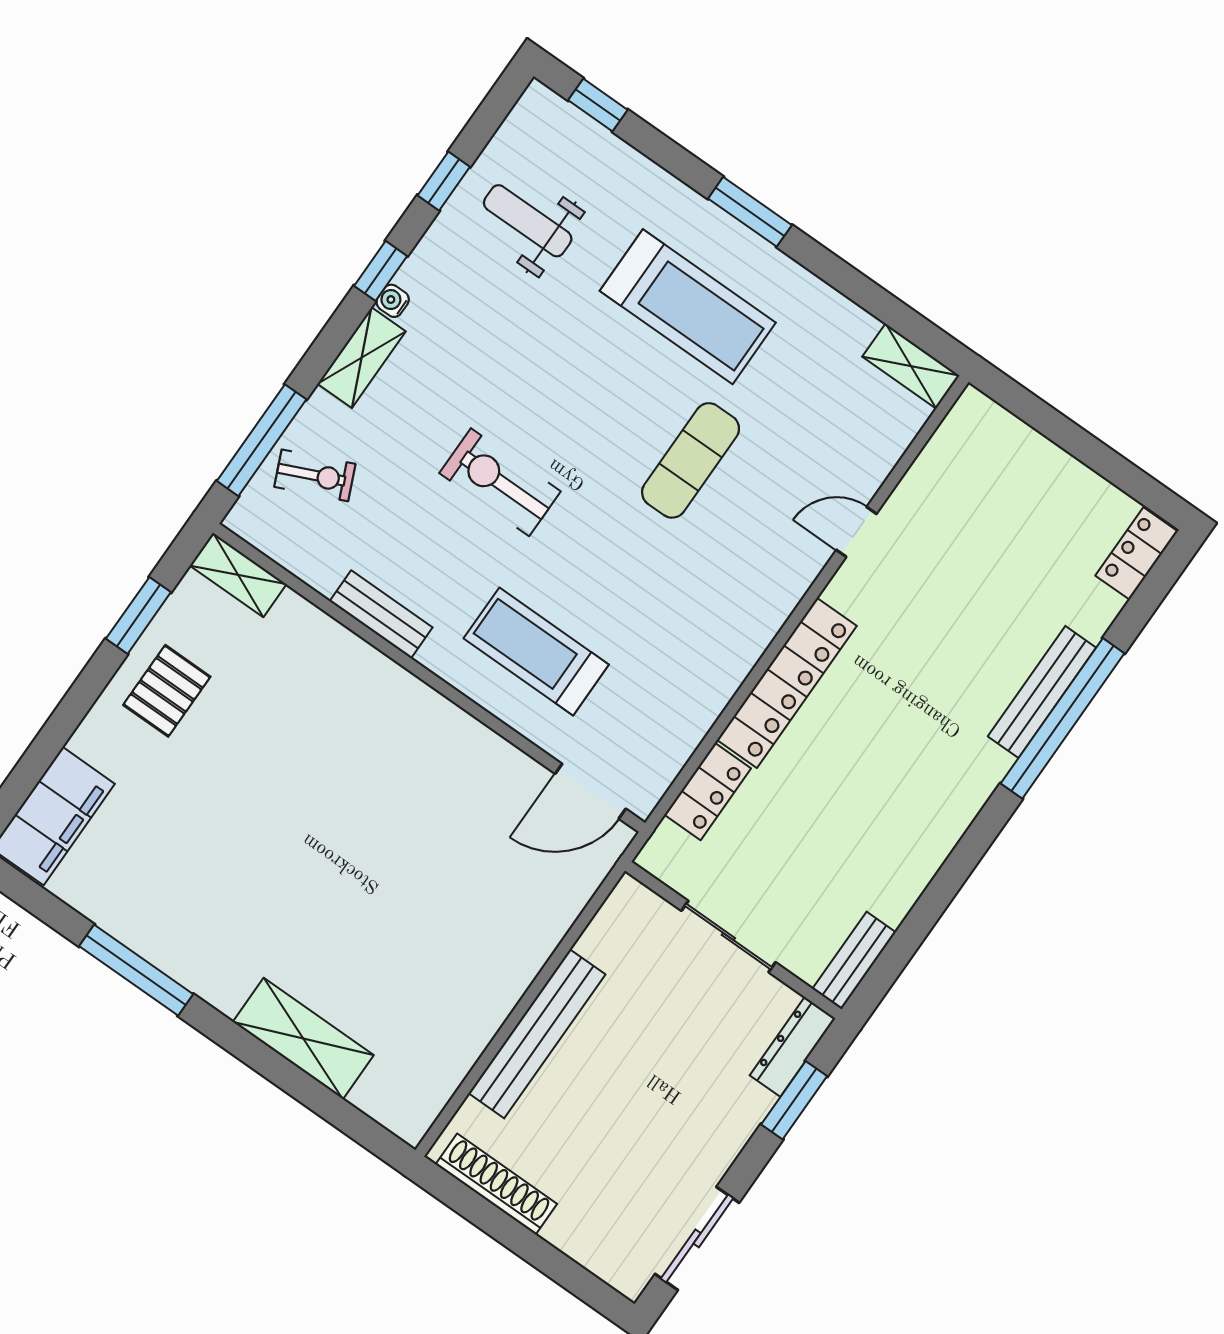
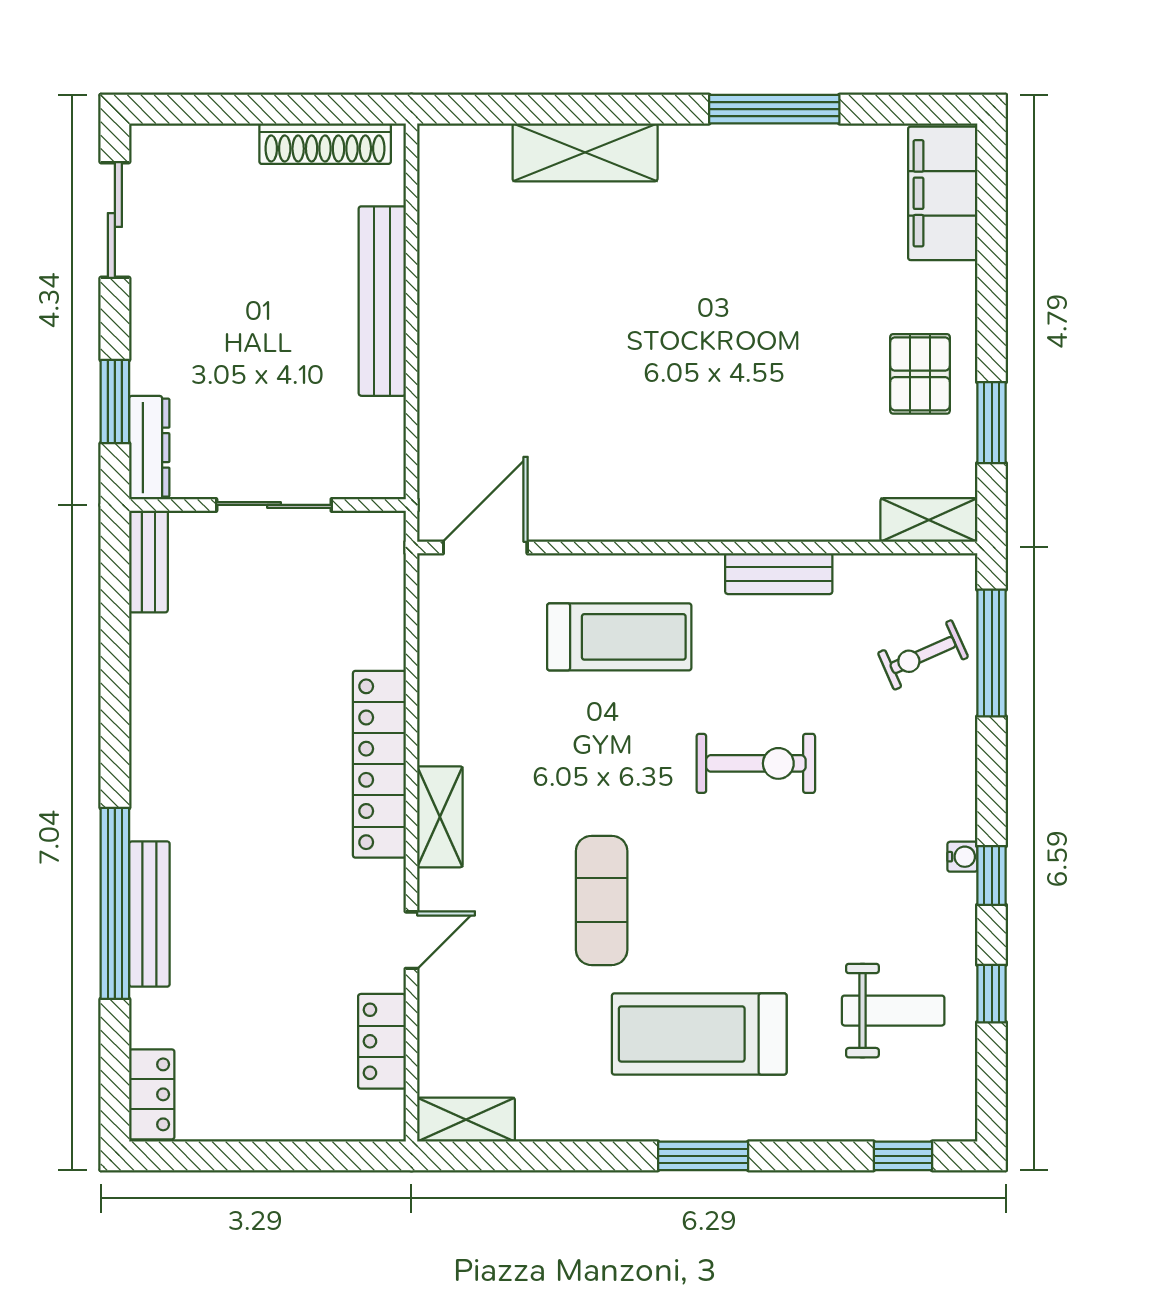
shelving: (362, 358) -> (440, 817), moved
locker: (708, 791) -> (382, 1041), moved

